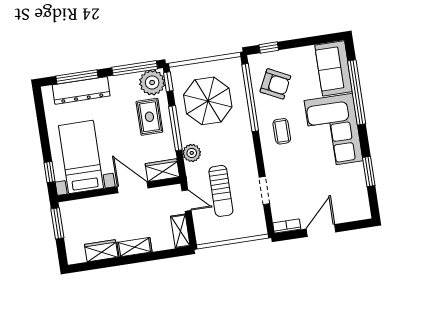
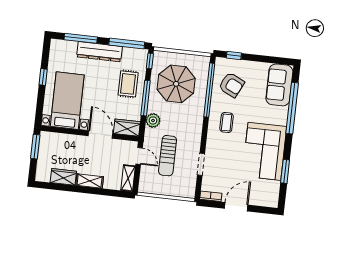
plant: (152, 83) -> (137, 58), removed
dresser: (81, 90) -> (100, 52), moved
corner sofa: (334, 131) -> (264, 151), moved
window: (49, 172) -> (43, 77), moved

